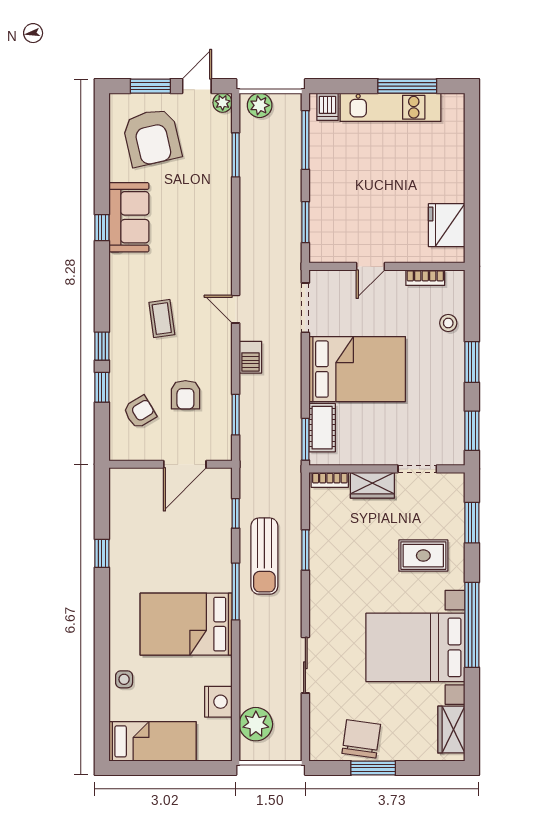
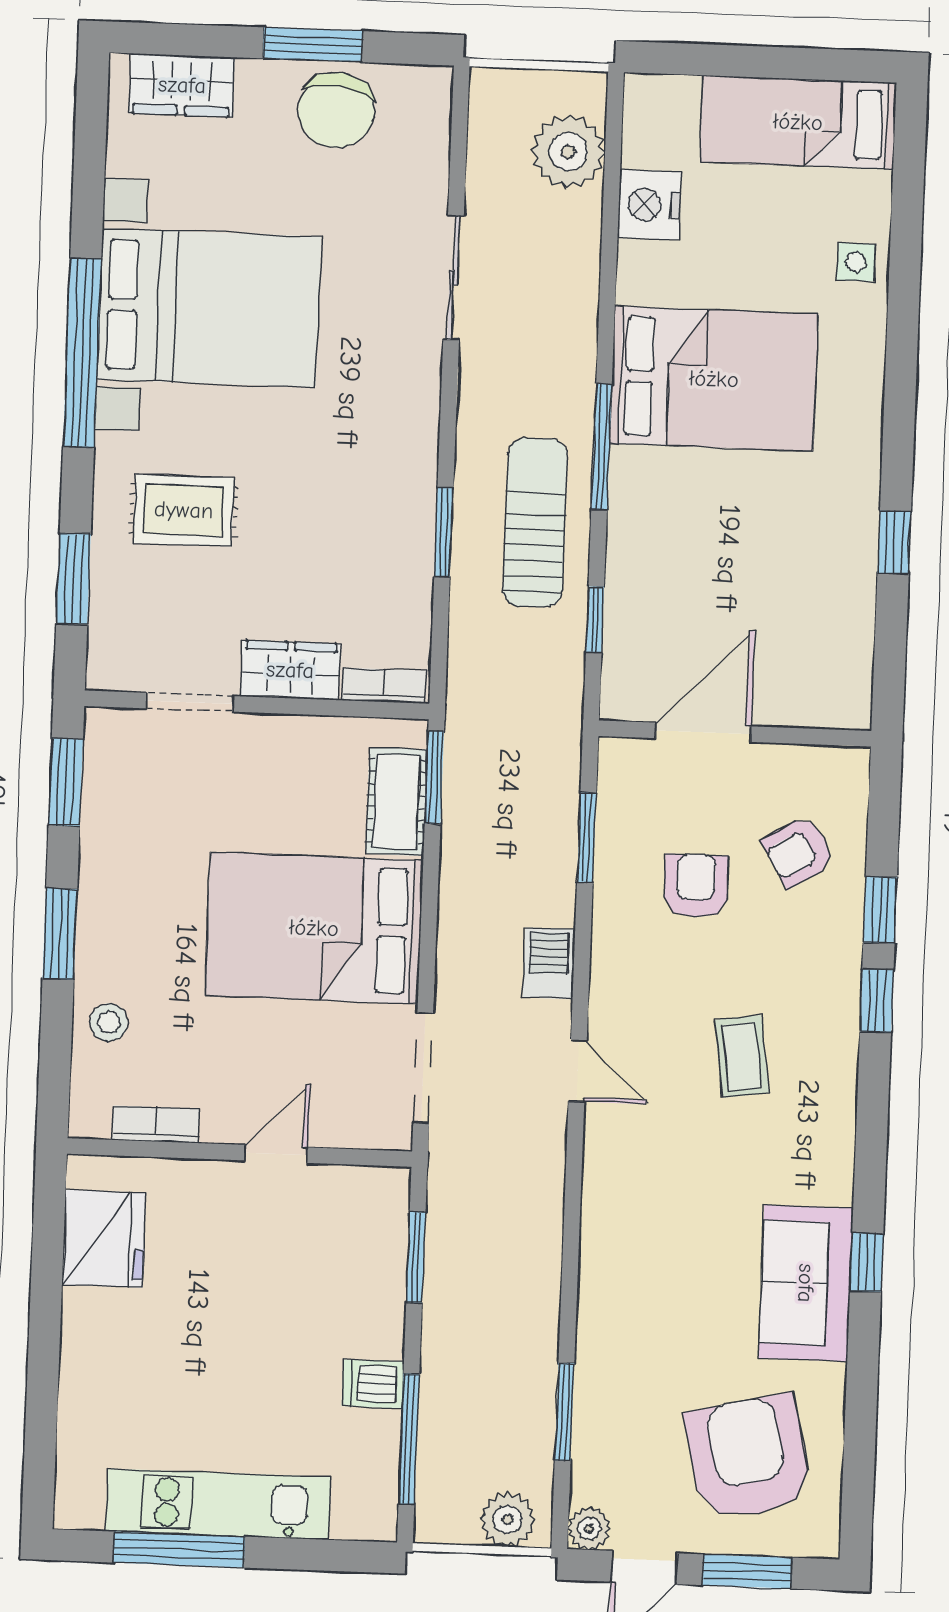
dishwasher: (328, 107) -> (373, 1384), moved, turned -90
wardrobe: (451, 730) -> (182, 85), moved, turned 90

